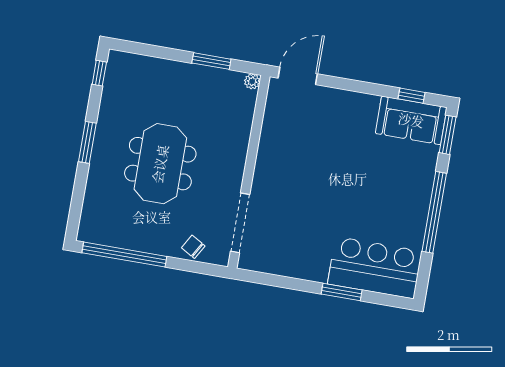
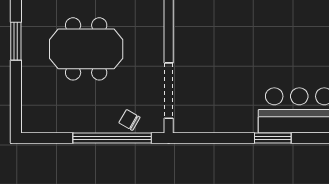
meeting table: (160, 164) -> (86, 49), turned 90
window: (124, 255) -> (112, 138), moved

